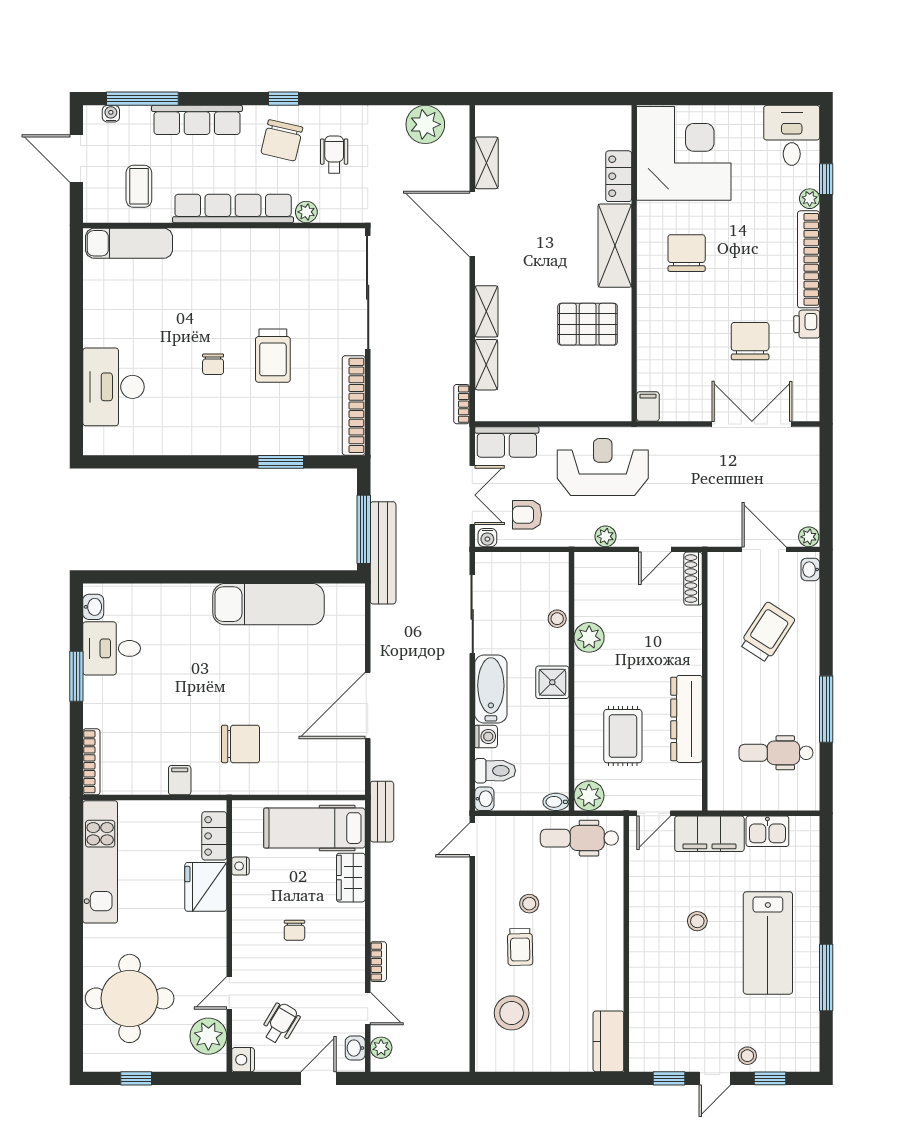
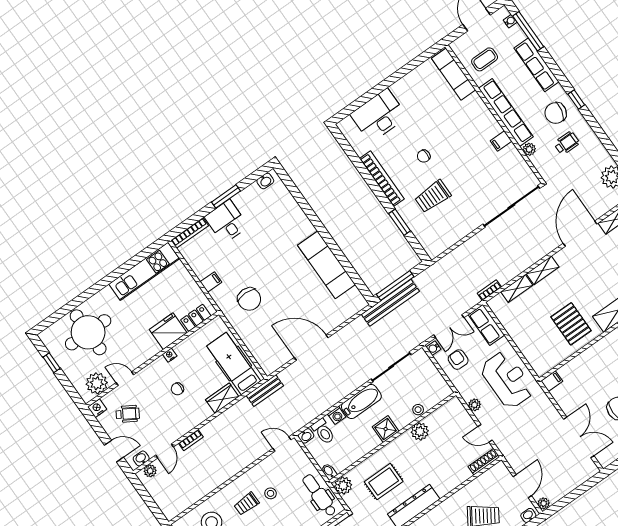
filing cabinet: (267, 243) -> (501, 141), added
trolley: (273, 356) -> (433, 196), moved
bookcase: (354, 405) -> (382, 179), moved, turned 90
desk: (112, 648) -> (227, 222), moved
nightstand: (240, 866) -> (170, 355), moved

